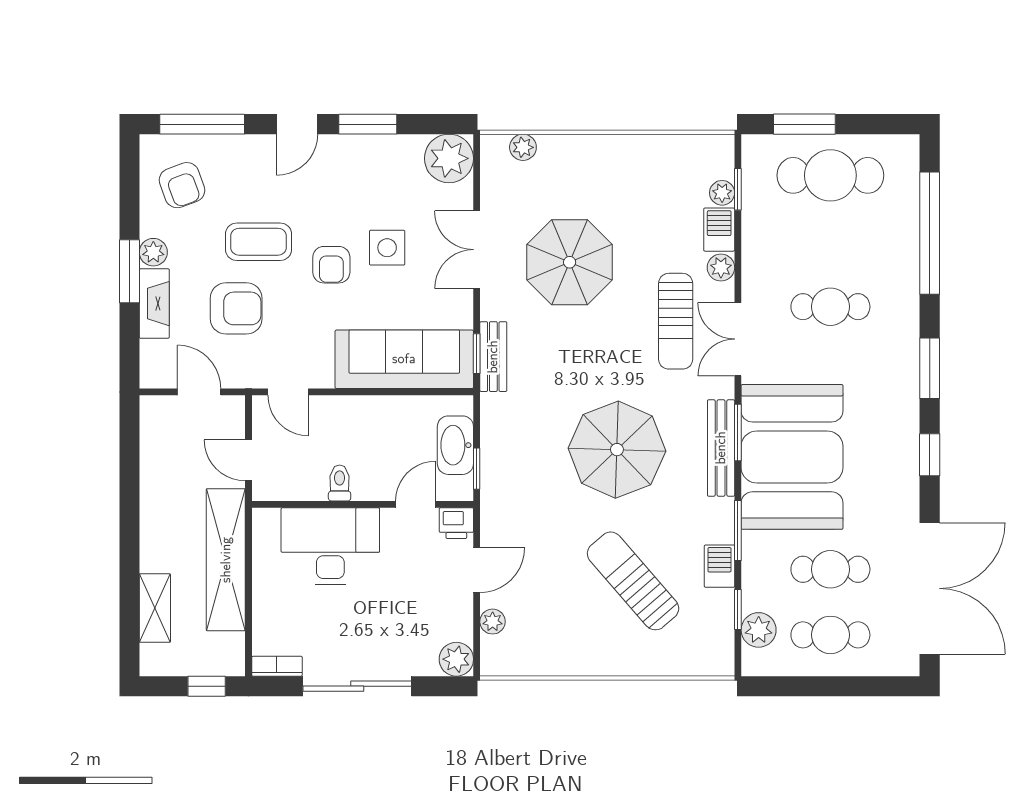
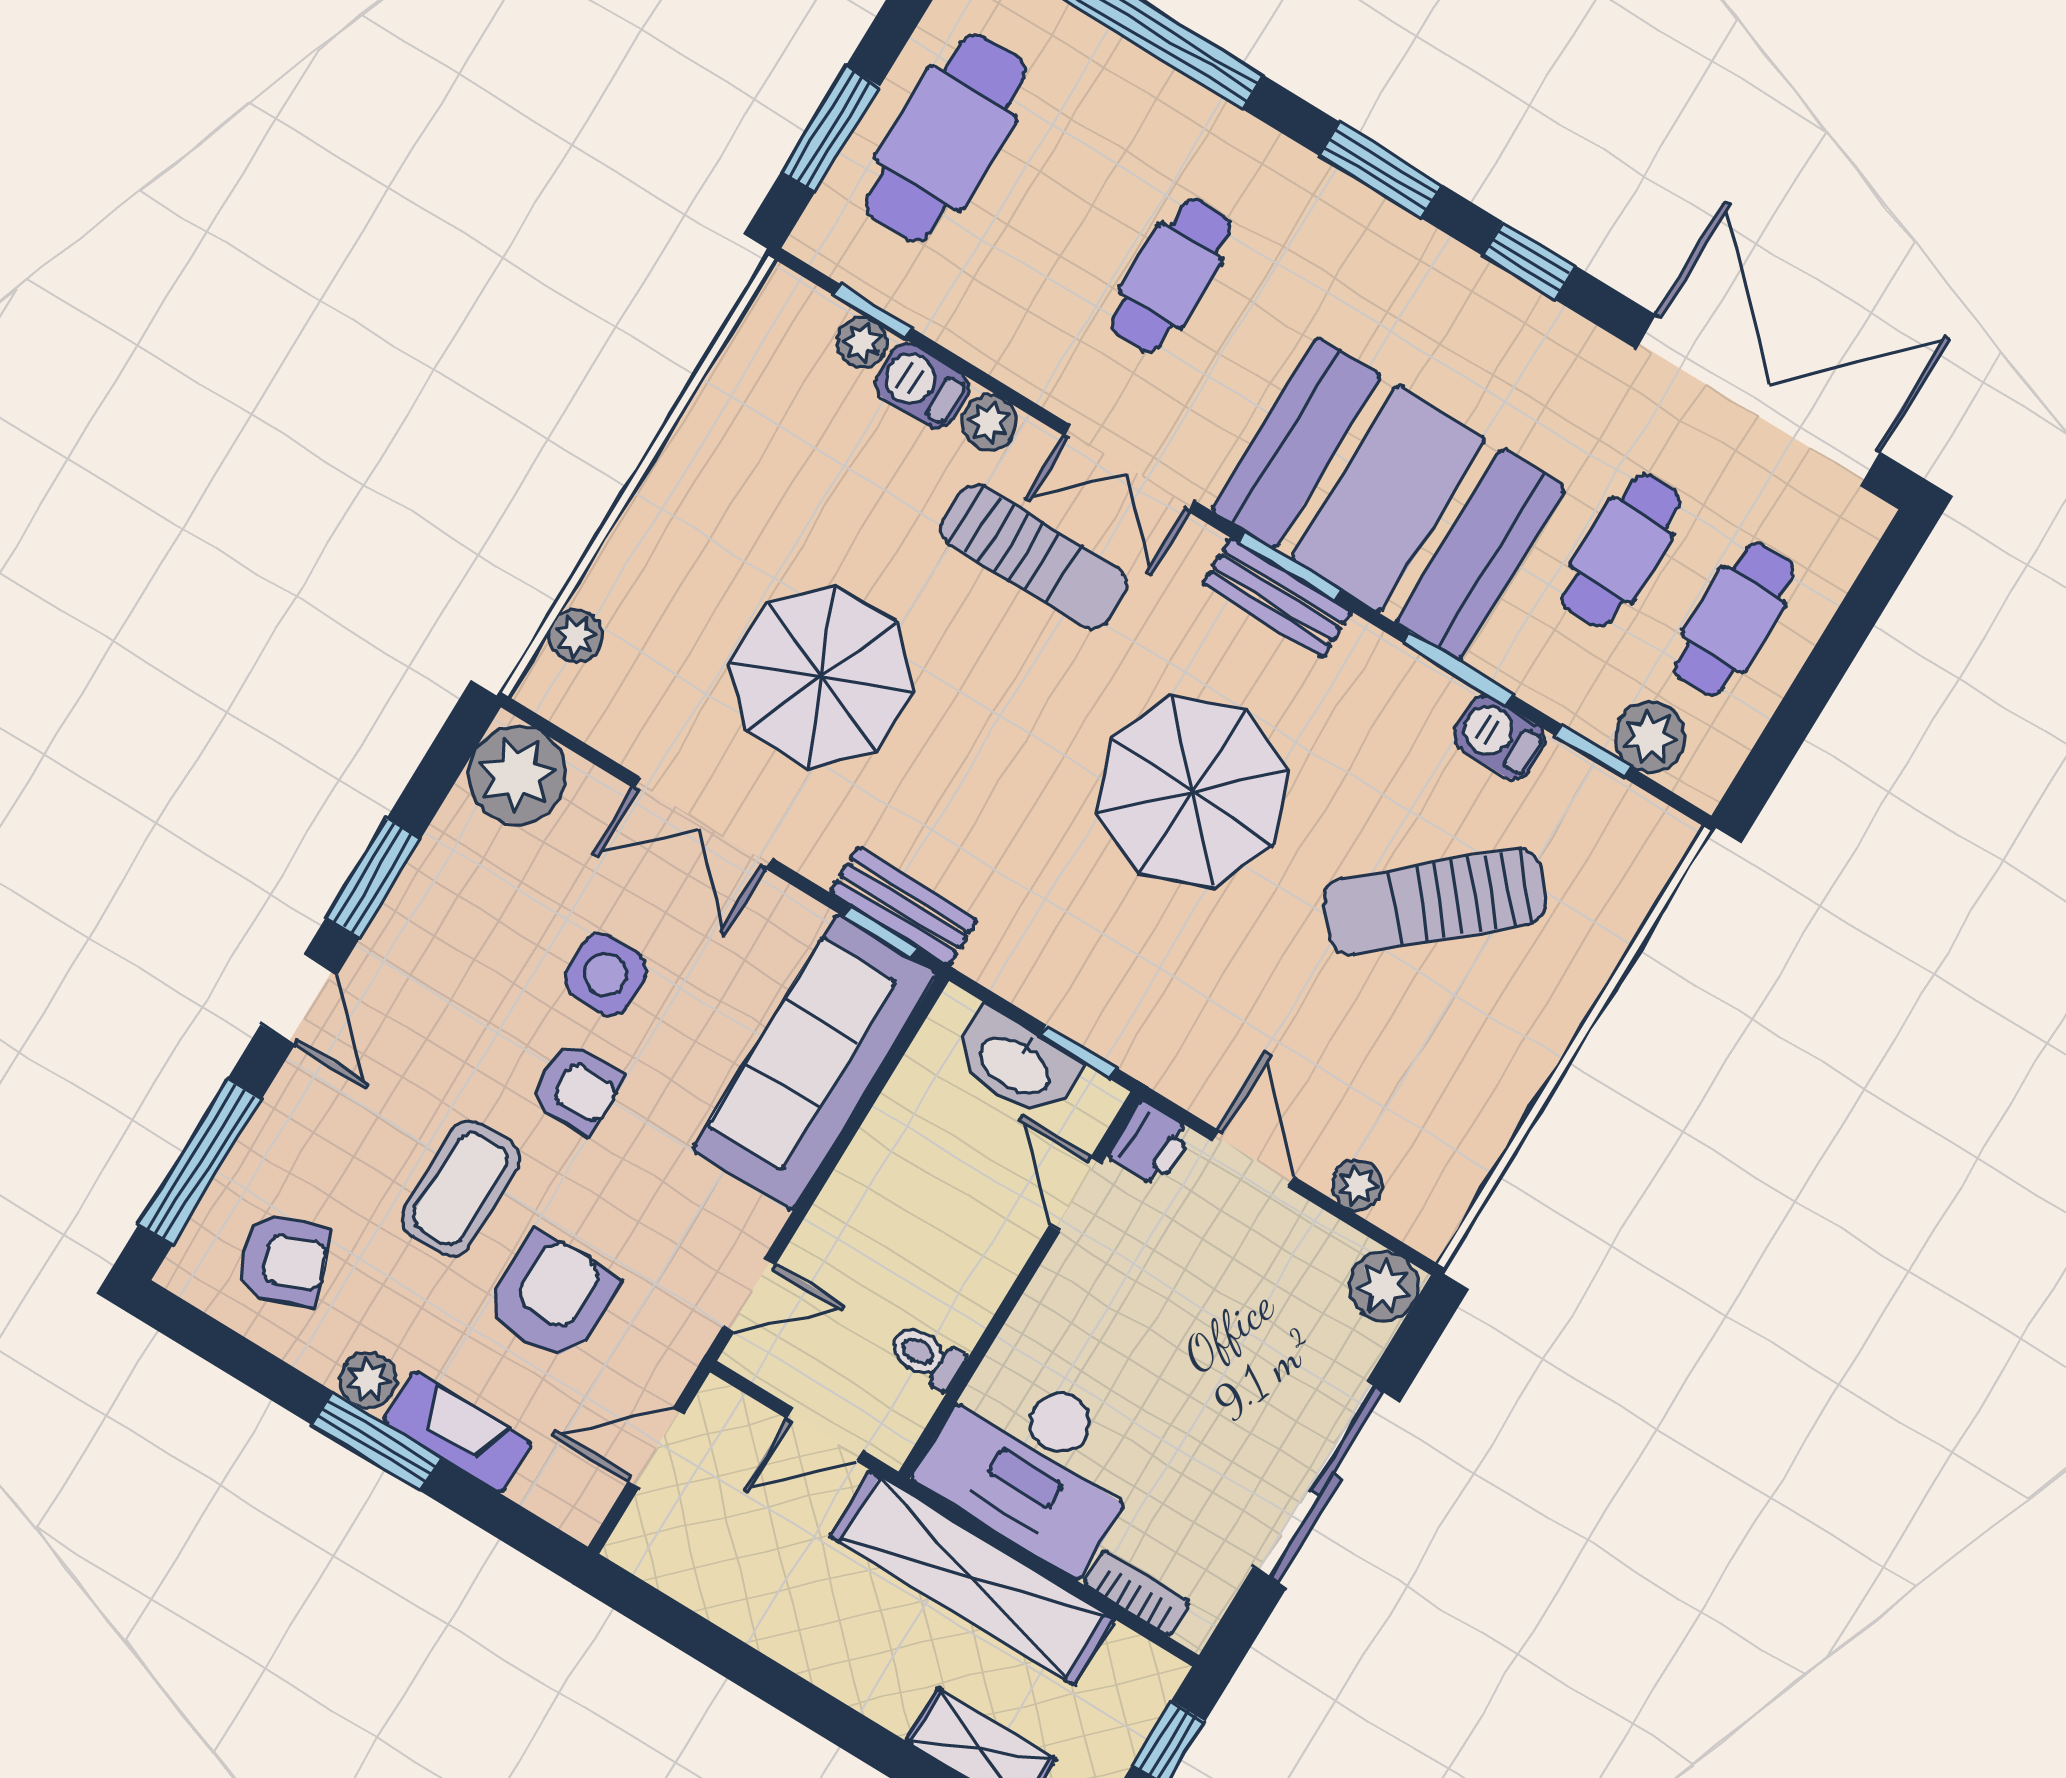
bench: (721, 448) -> (1277, 598), width x0.73
toilet: (340, 483) -> (926, 1356), moved
desk: (330, 546) -> (1034, 1464), moved, turned -90
bookcase: (277, 666) -> (1137, 1593), moved, turned 90

